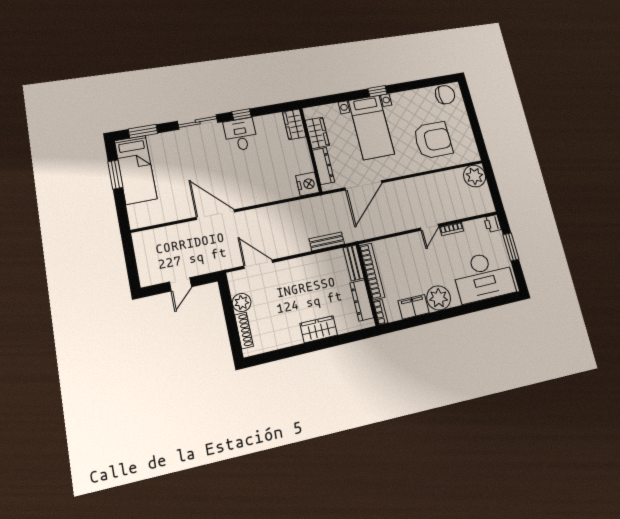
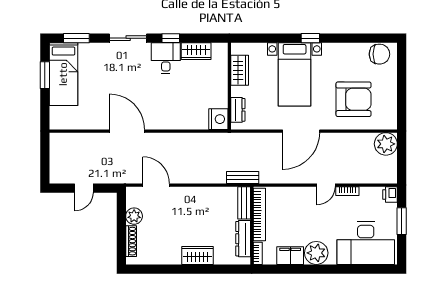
wardrobe: (294, 124) -> (196, 51), moved, turned -90
dresser: (323, 166) -> (238, 110), width x0.70
door: (363, 185) -> (301, 131), moved
bench: (327, 241) -> (243, 177), moved

